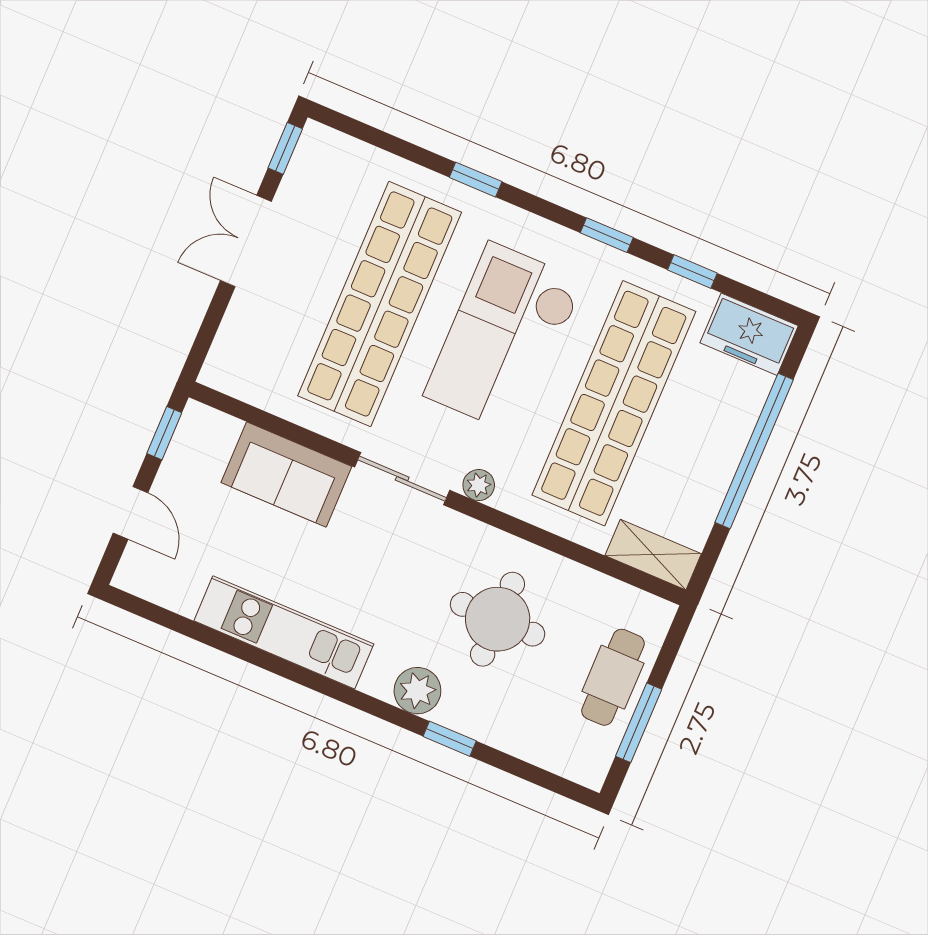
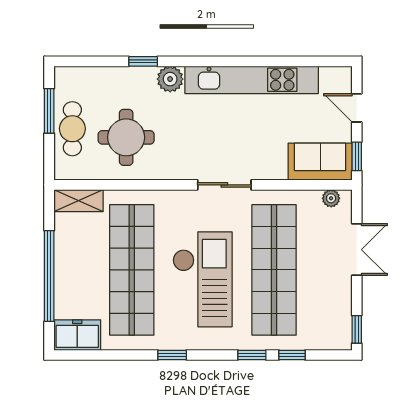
double door: (246, 241) -> (357, 250), moved
window: (692, 272) -> (292, 355), moved
sofa: (286, 475) -> (320, 162), moved
plant: (479, 485) -> (331, 198), moved
round table: (498, 619) -> (126, 137), moved
kitchen unit: (284, 632) -> (252, 80), width x1.36

